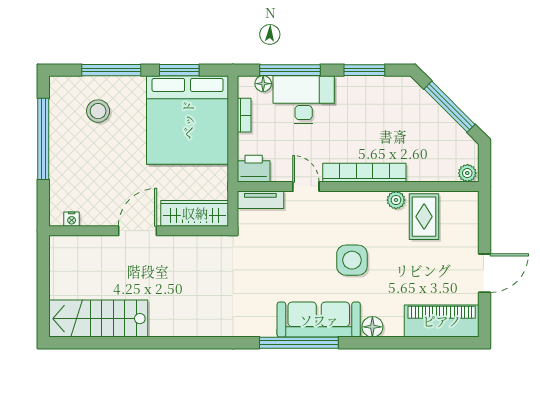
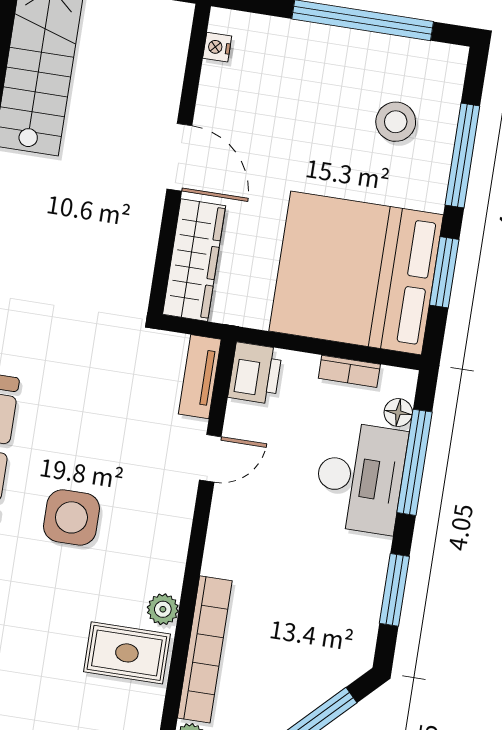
bookcase: (364, 173) -> (205, 649), moved

